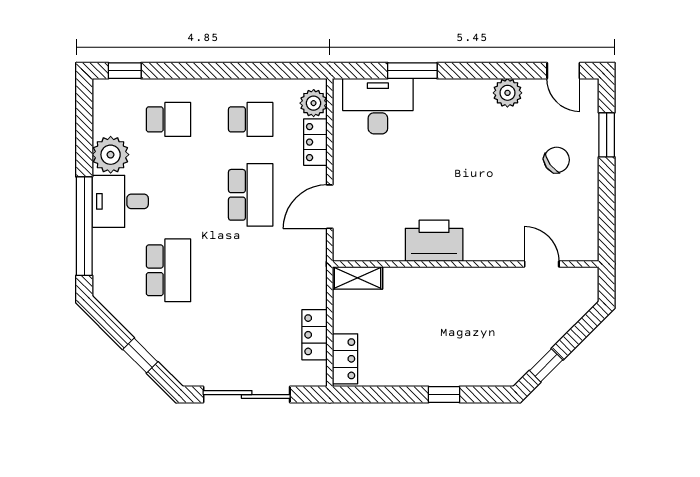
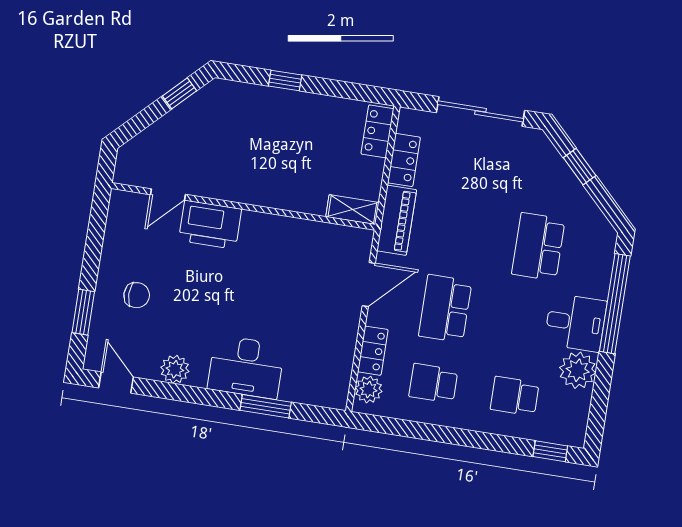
desk: (378, 106) -> (246, 367), moved
chair: (557, 160) -> (137, 295), turned -144
printer: (434, 241) -> (210, 225), moved
door: (542, 264) -> (168, 195), hinge flipped
piano: (312, 274) -> (397, 220), added

